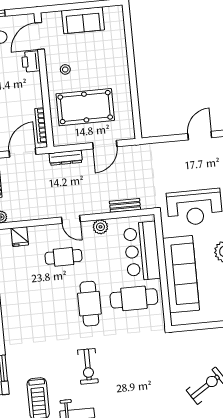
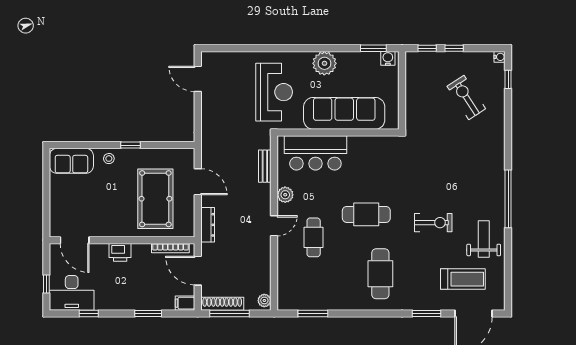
sofa: (83, 20) -> (71, 161), moved, turned 90
printer: (31, 62) -> (120, 252), moved
stool: (65, 69) -> (109, 159), moved
window: (133, 79) -> (130, 145), added
fridge: (20, 237) -> (287, 282), removed
cafe table: (134, 298) -> (380, 274), moved

